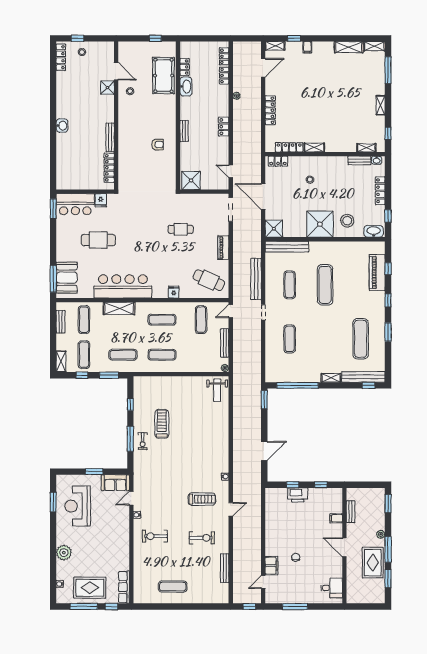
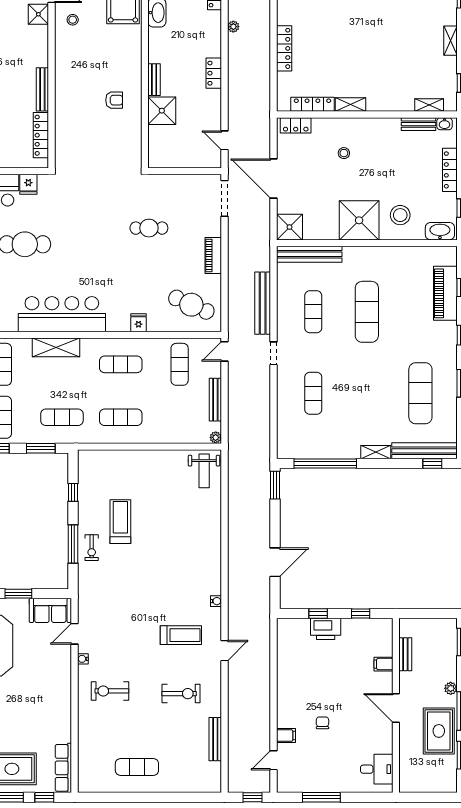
shower: (191, 180) -> (162, 111), moved
filing cabinet: (271, 566) -> (286, 736), width x0.50

